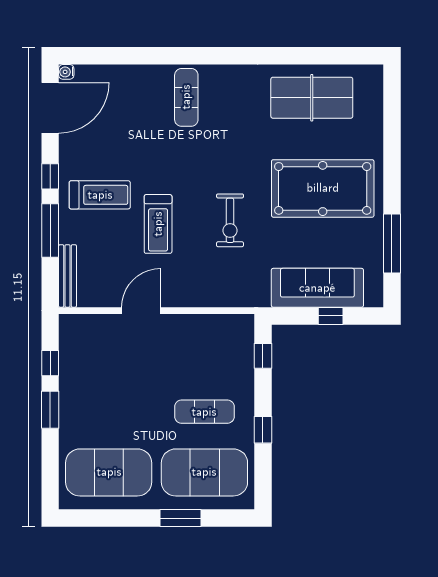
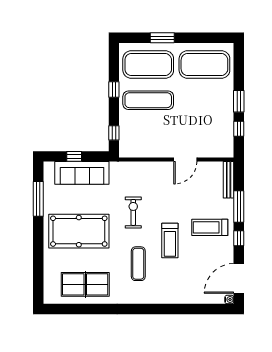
exercise mat: (186, 97) -> (138, 264), moved
treadmill: (158, 224) -> (170, 240), moved, turned 180
exercise mat: (204, 412) -> (148, 100), width x1.36, depth x1.45

